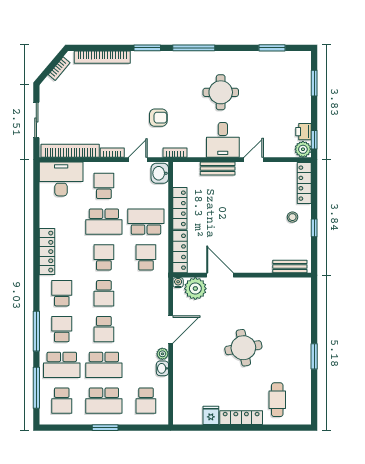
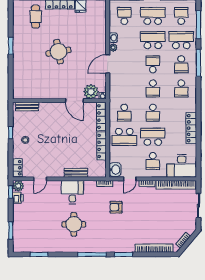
door: (254, 160) -> (40, 179), moved
locker: (304, 183) -> (17, 168), width x0.66
locker: (47, 252) -> (191, 128), moved
school desk: (104, 293) -> (153, 88), turned 180

